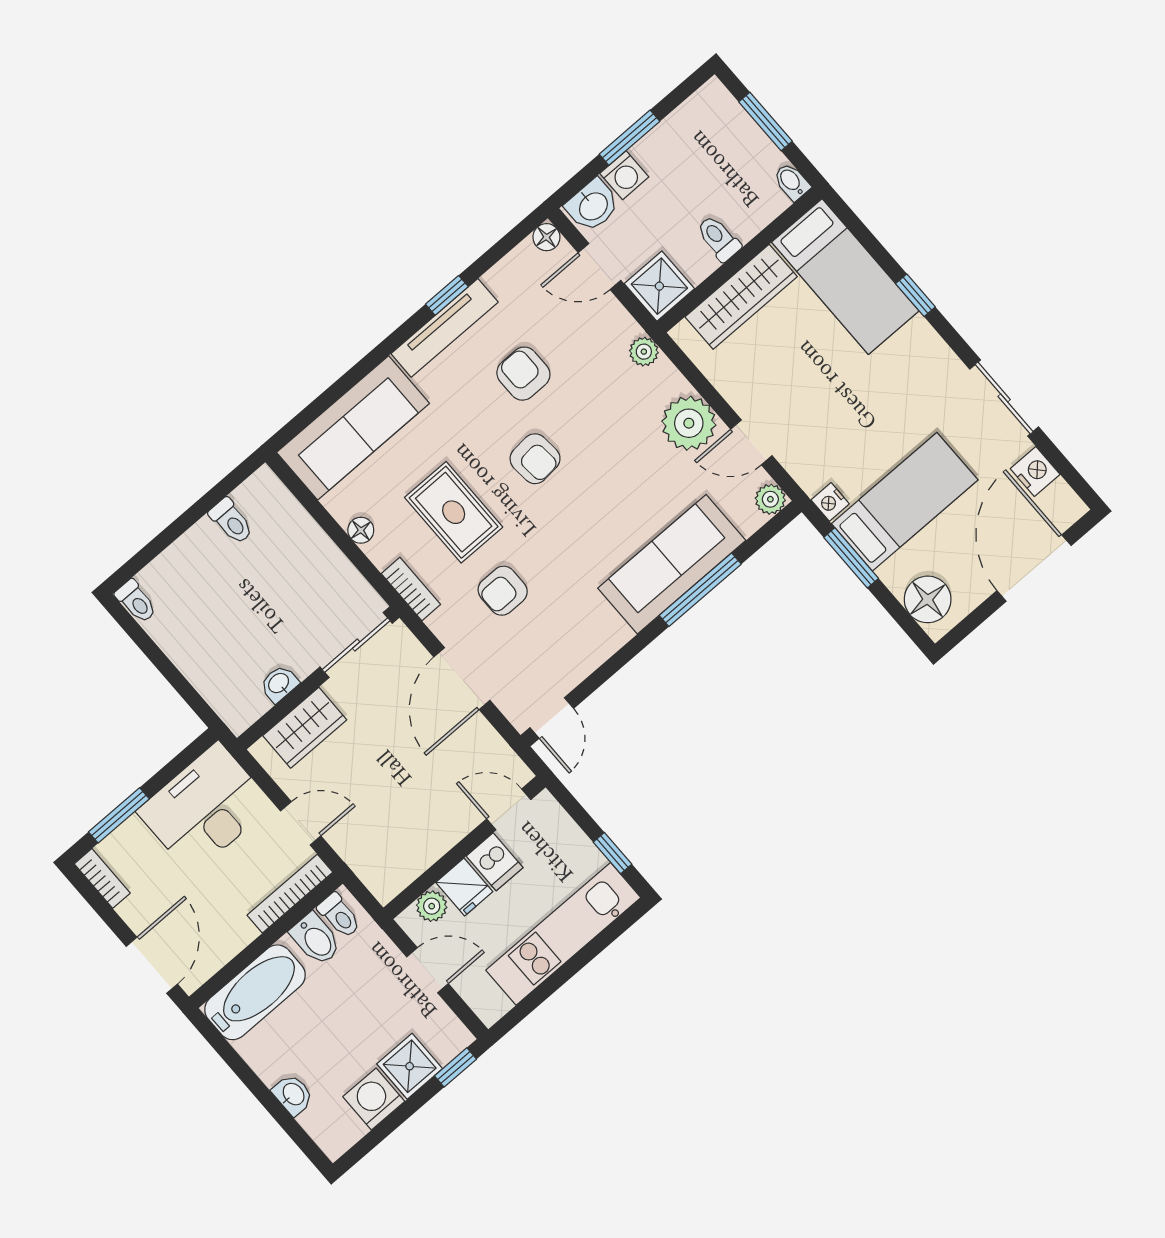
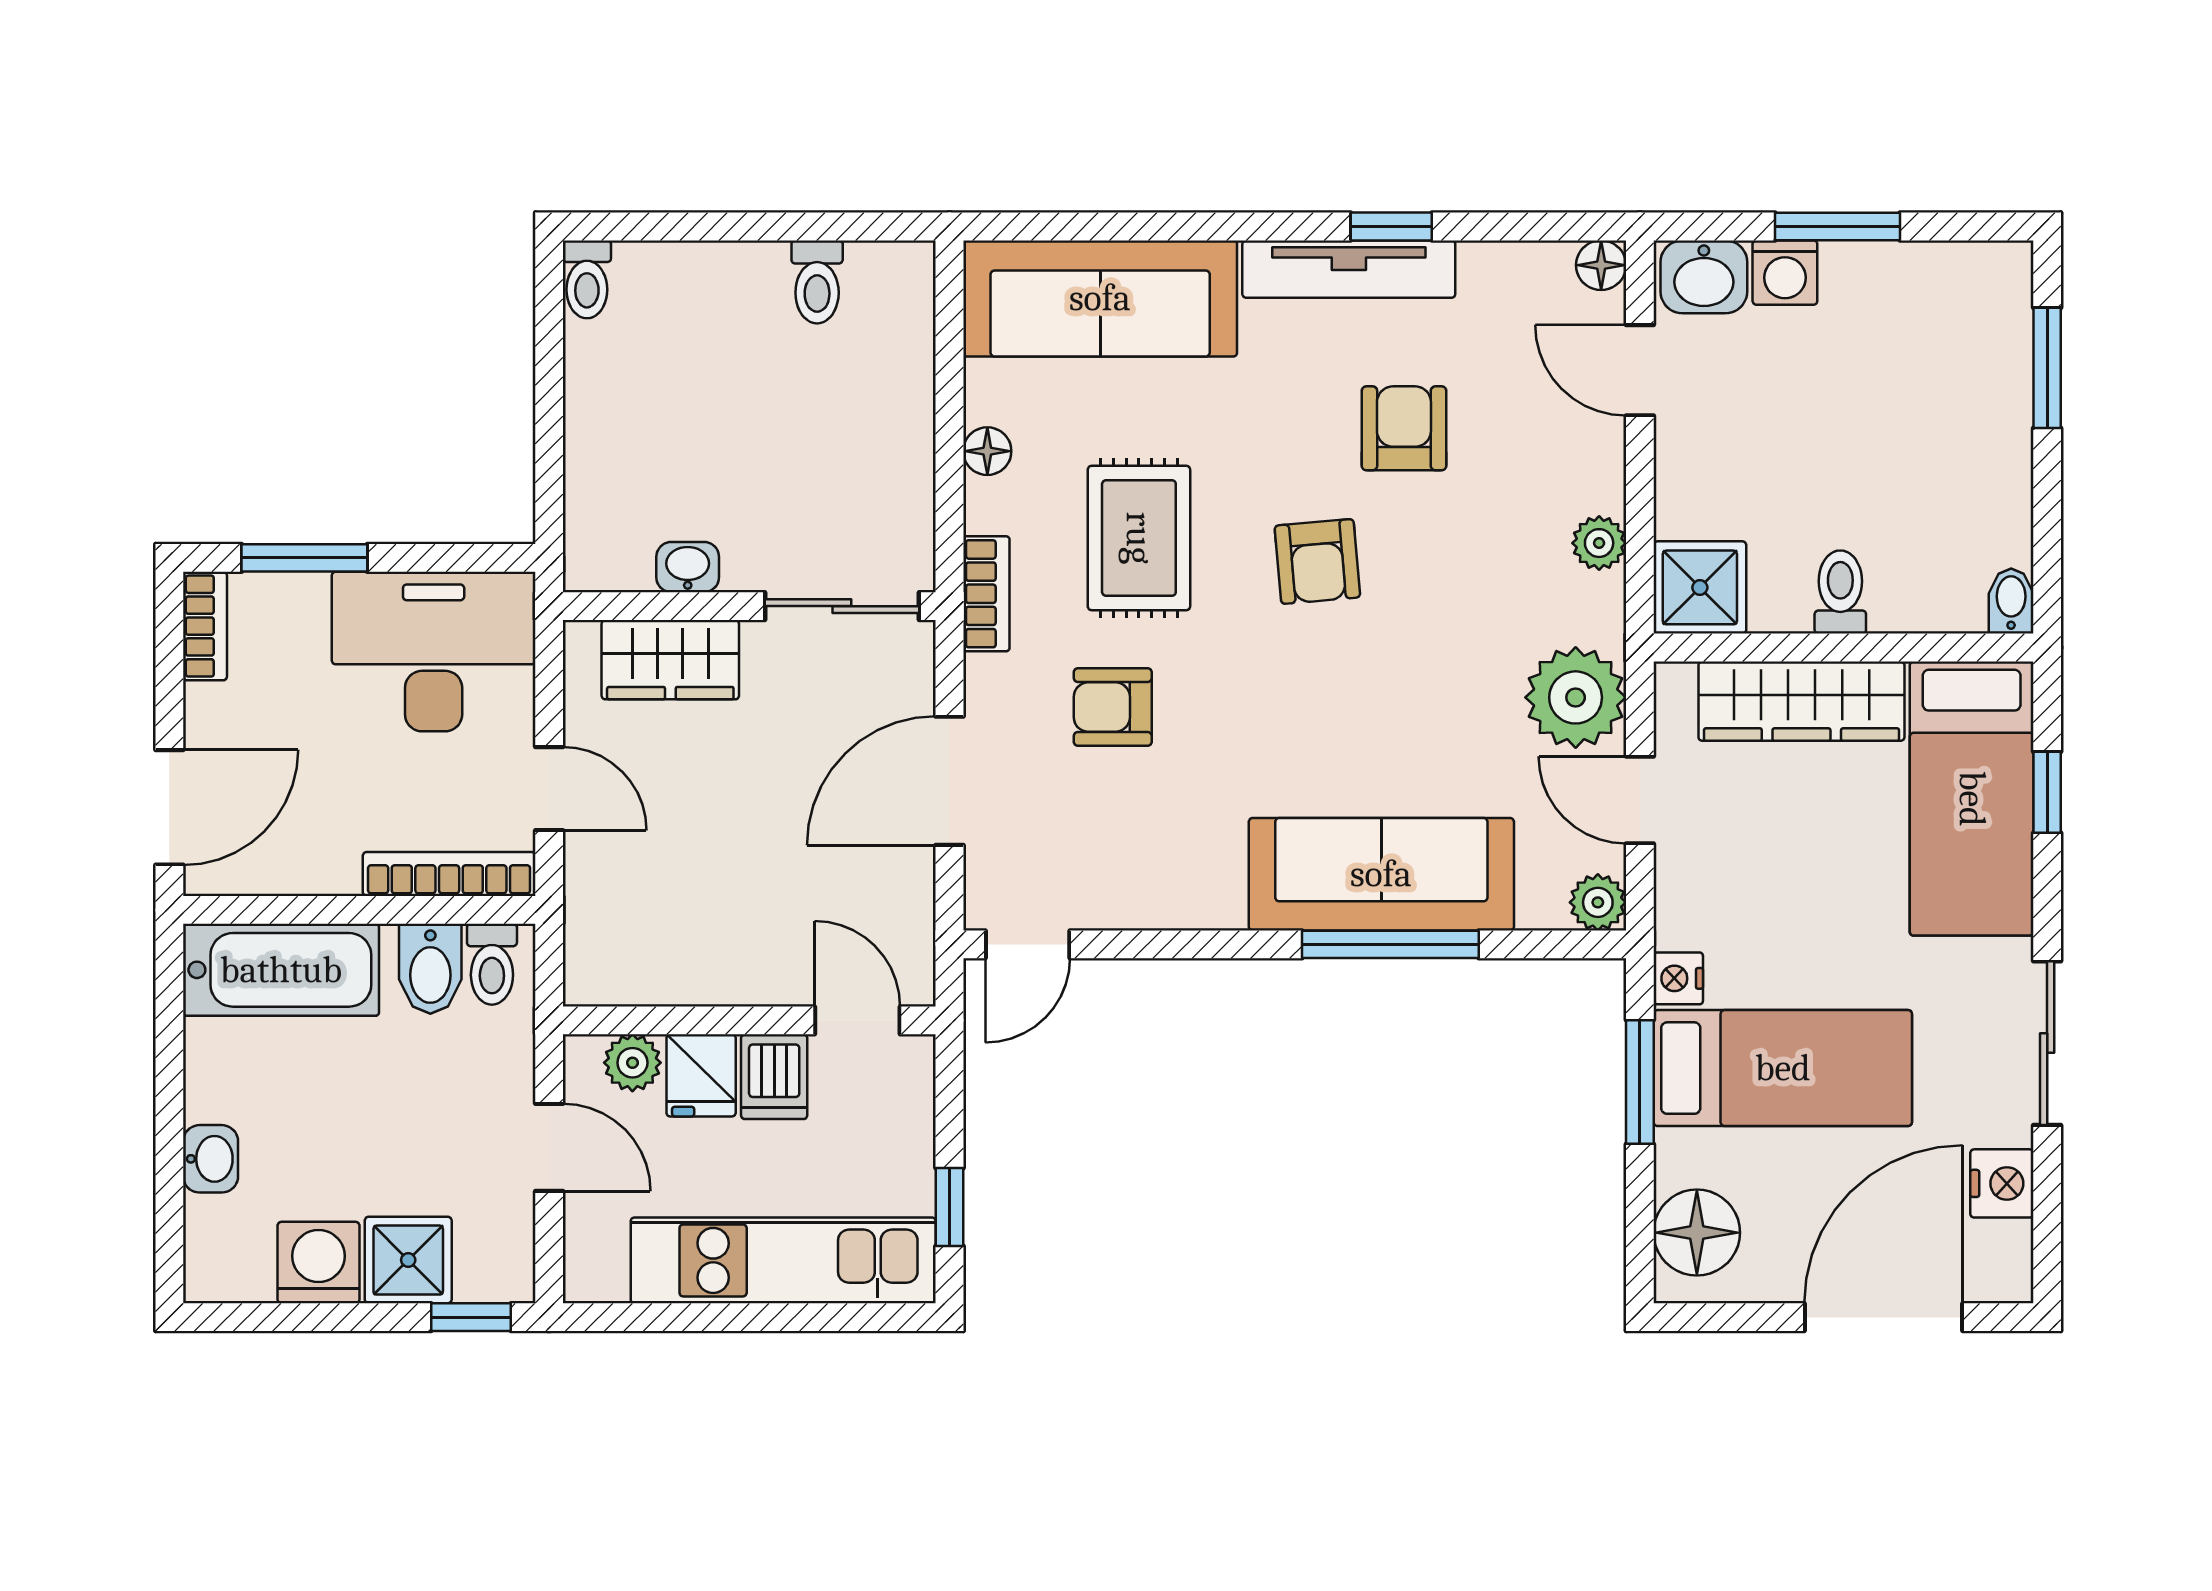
bidet: (792, 182) -> (2011, 601), moved
toilet: (718, 238) -> (1840, 592), moved
wall: (739, 260) -> (1843, 648), moved
bed: (845, 277) -> (1972, 799), moved
shower: (659, 286) -> (1700, 587), moved
wardrobe: (741, 297) -> (1801, 701), moved

